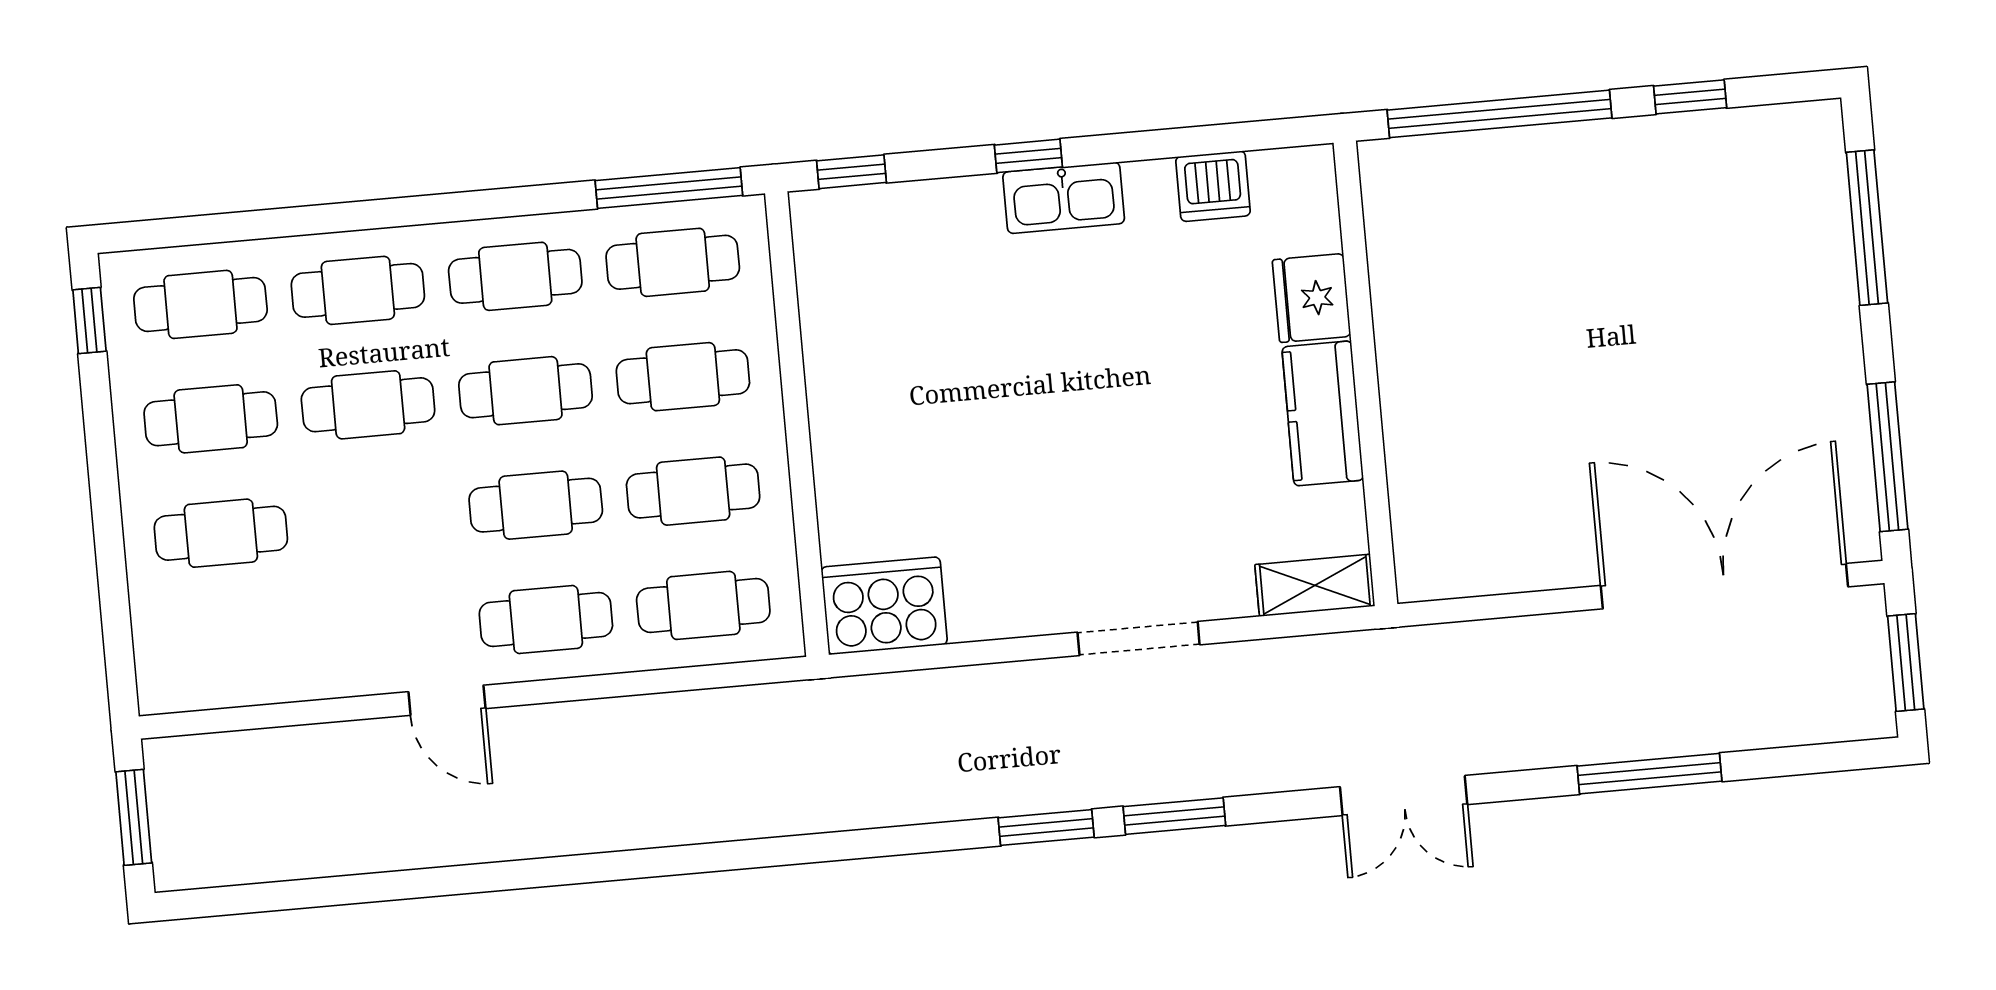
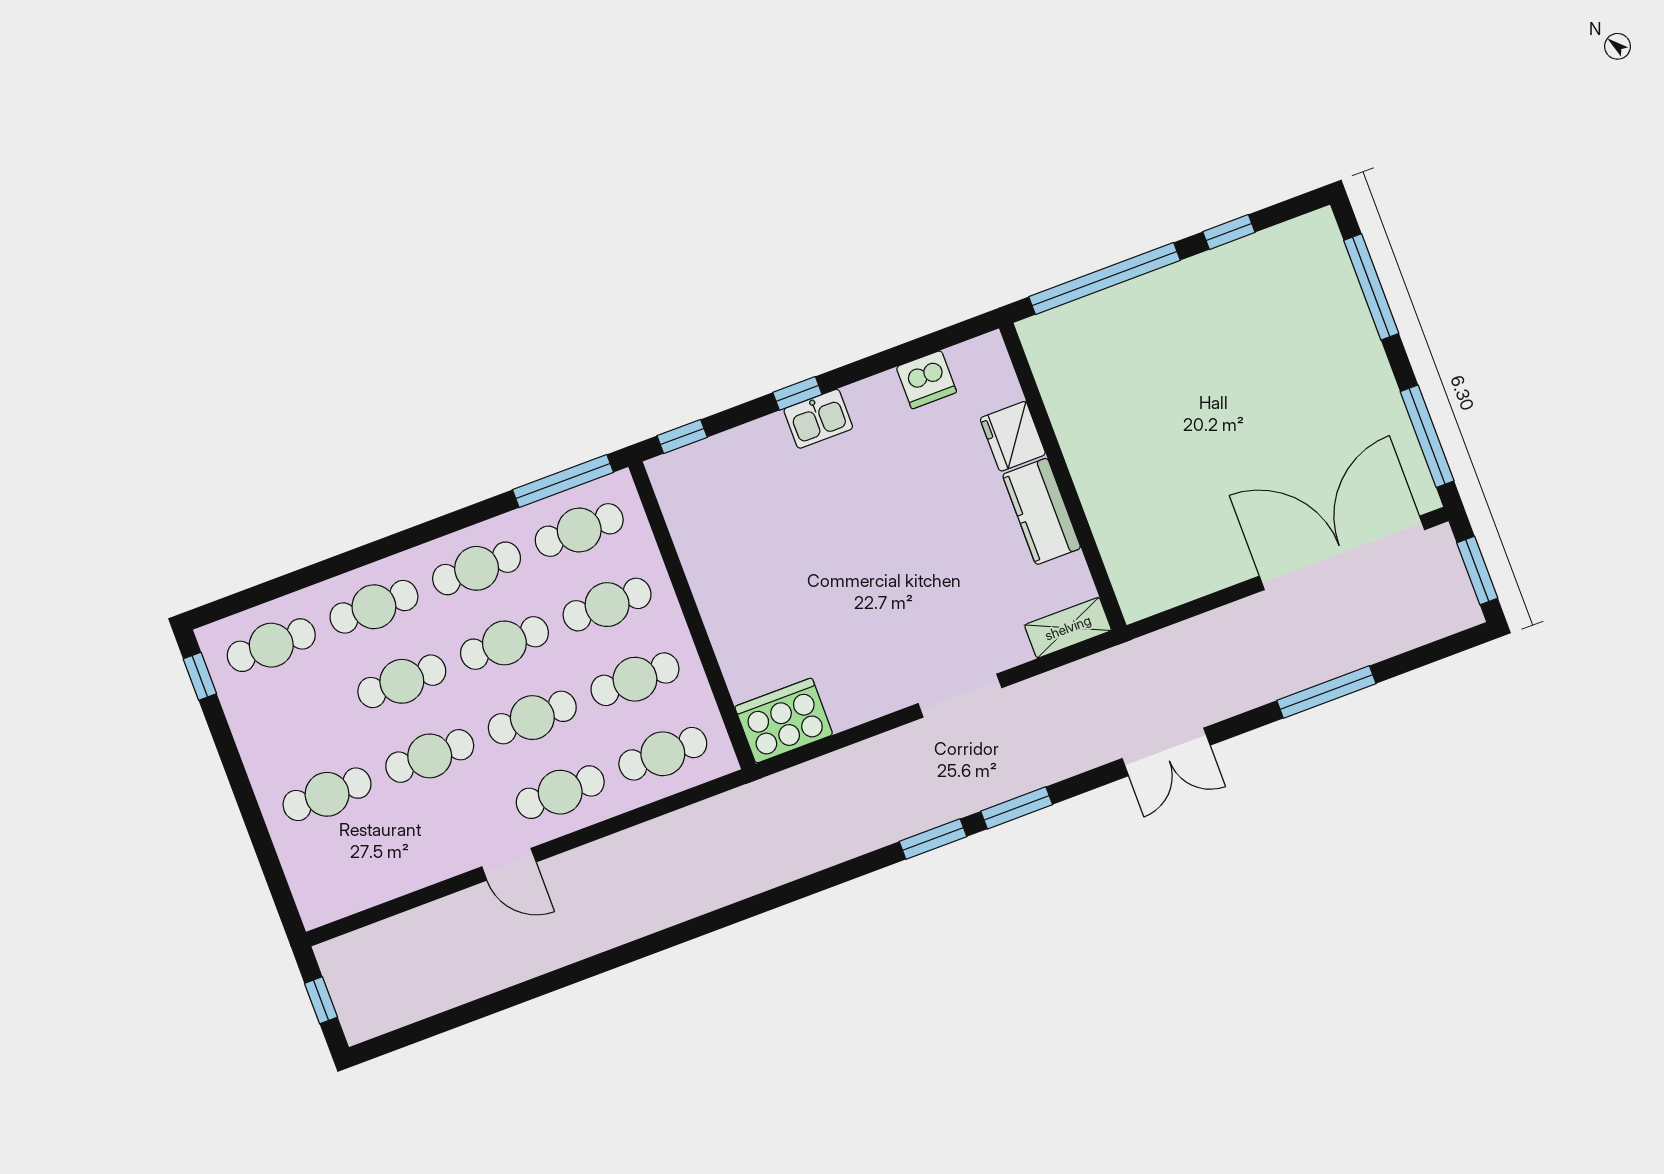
kitchen sink: (1064, 198) -> (818, 419), width x0.73
cafe table: (211, 419) -> (430, 756), moved
window: (134, 817) -> (321, 1000), width x0.67

